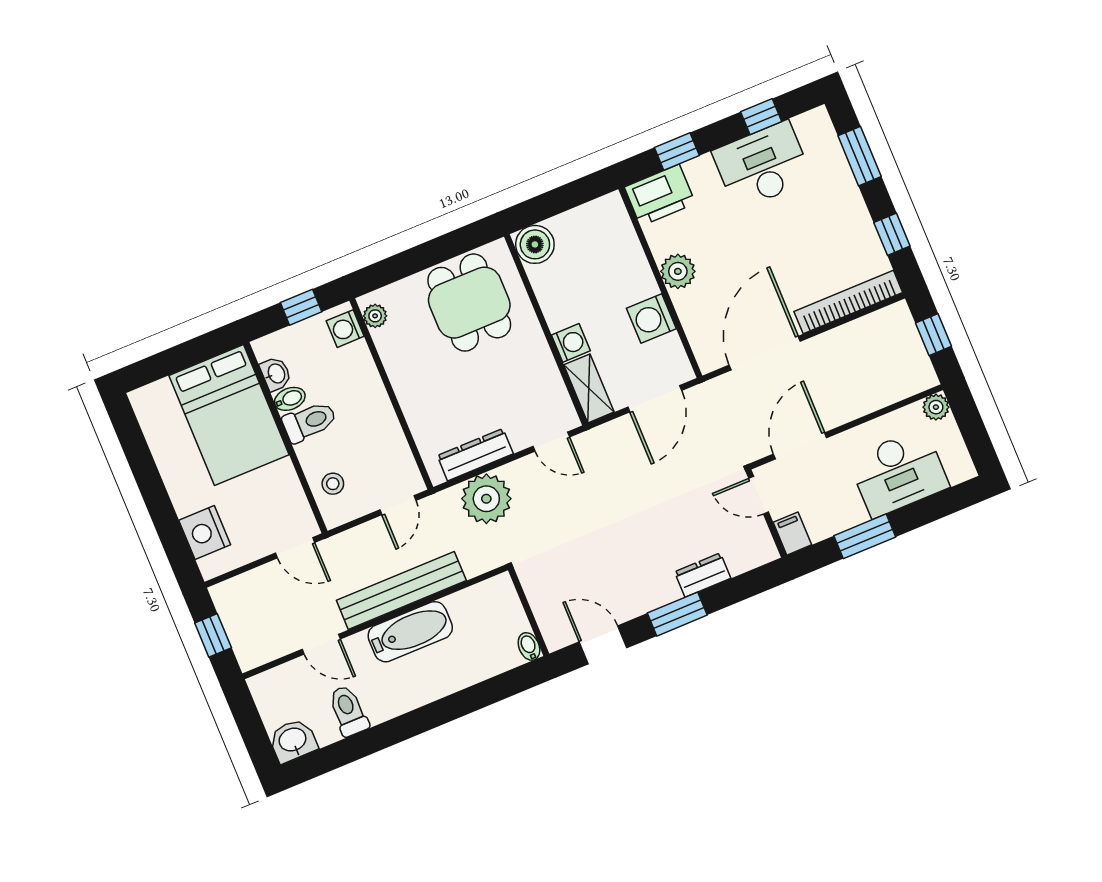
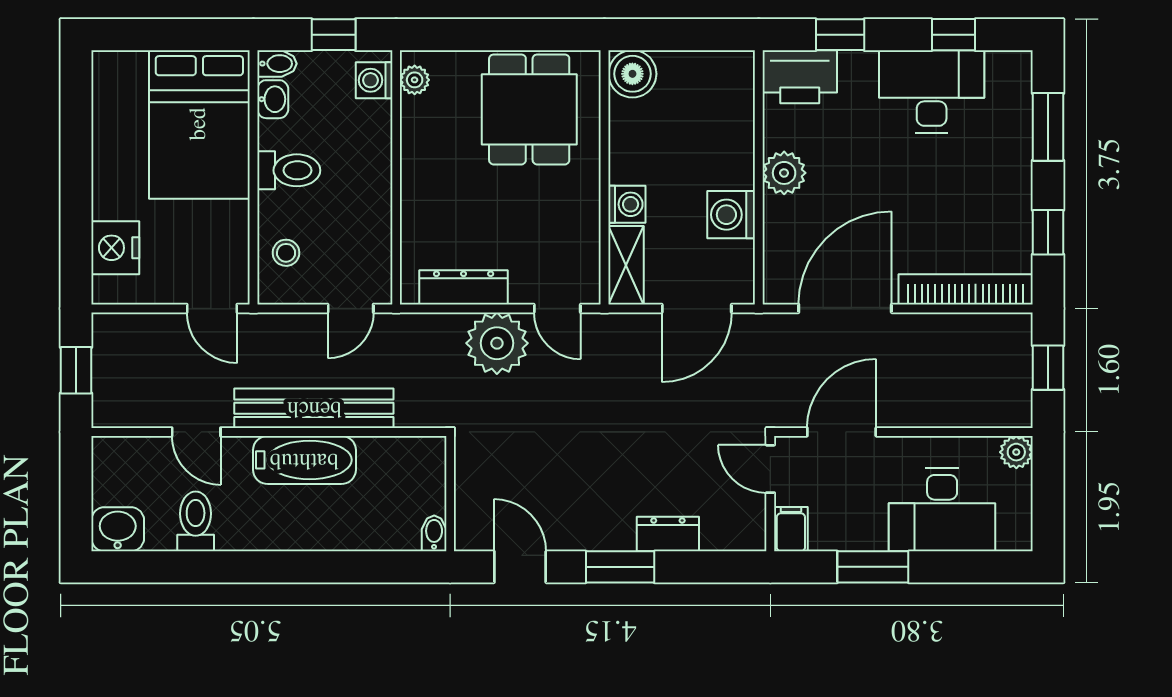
bidet: (290, 399) -> (277, 64), moved
plant: (486, 499) -> (497, 343), moved

